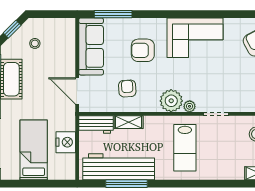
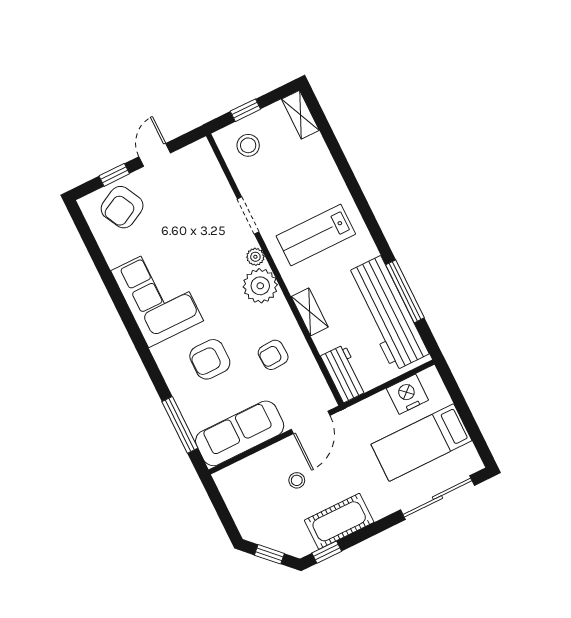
stool: (35, 43) -> (297, 480), moved
armchair: (143, 50) -> (210, 359), turned 90
shelving: (129, 122) -> (310, 312), moved
nightstand: (66, 142) -> (407, 394), moved
lab bench: (185, 148) -> (316, 235), turned 180

